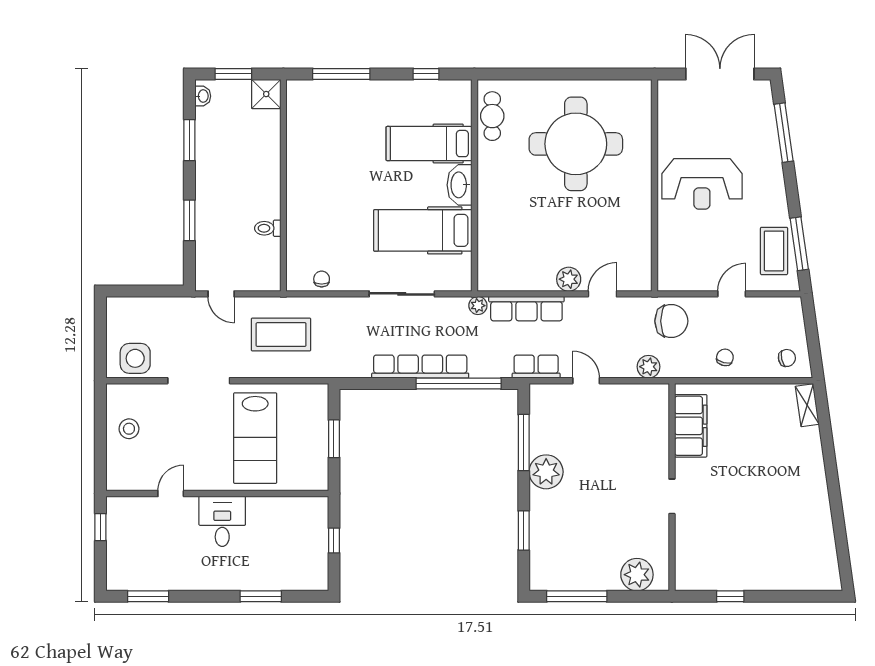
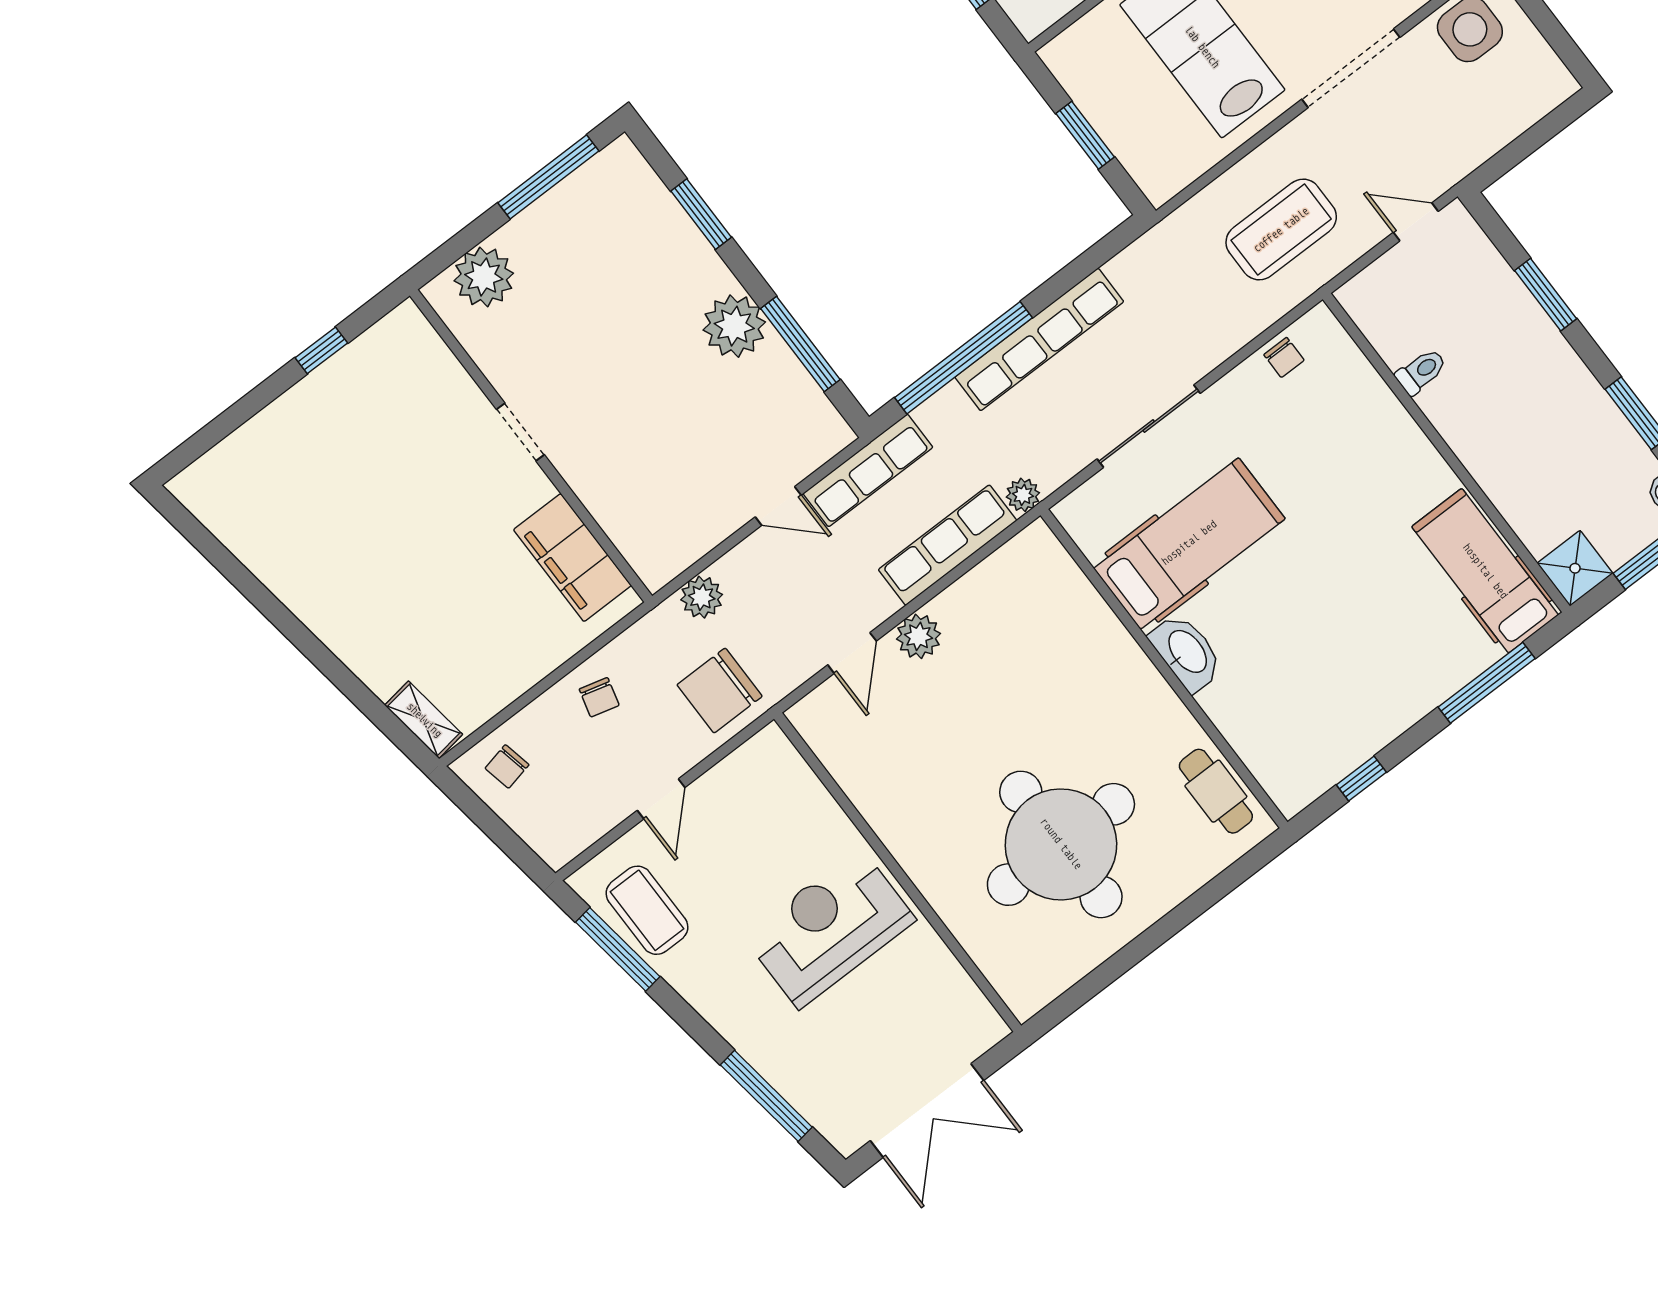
hospital bed: (429, 144) -> (1485, 571), moved, turned -90
row of seats: (536, 367) -> (868, 470), width x1.48

